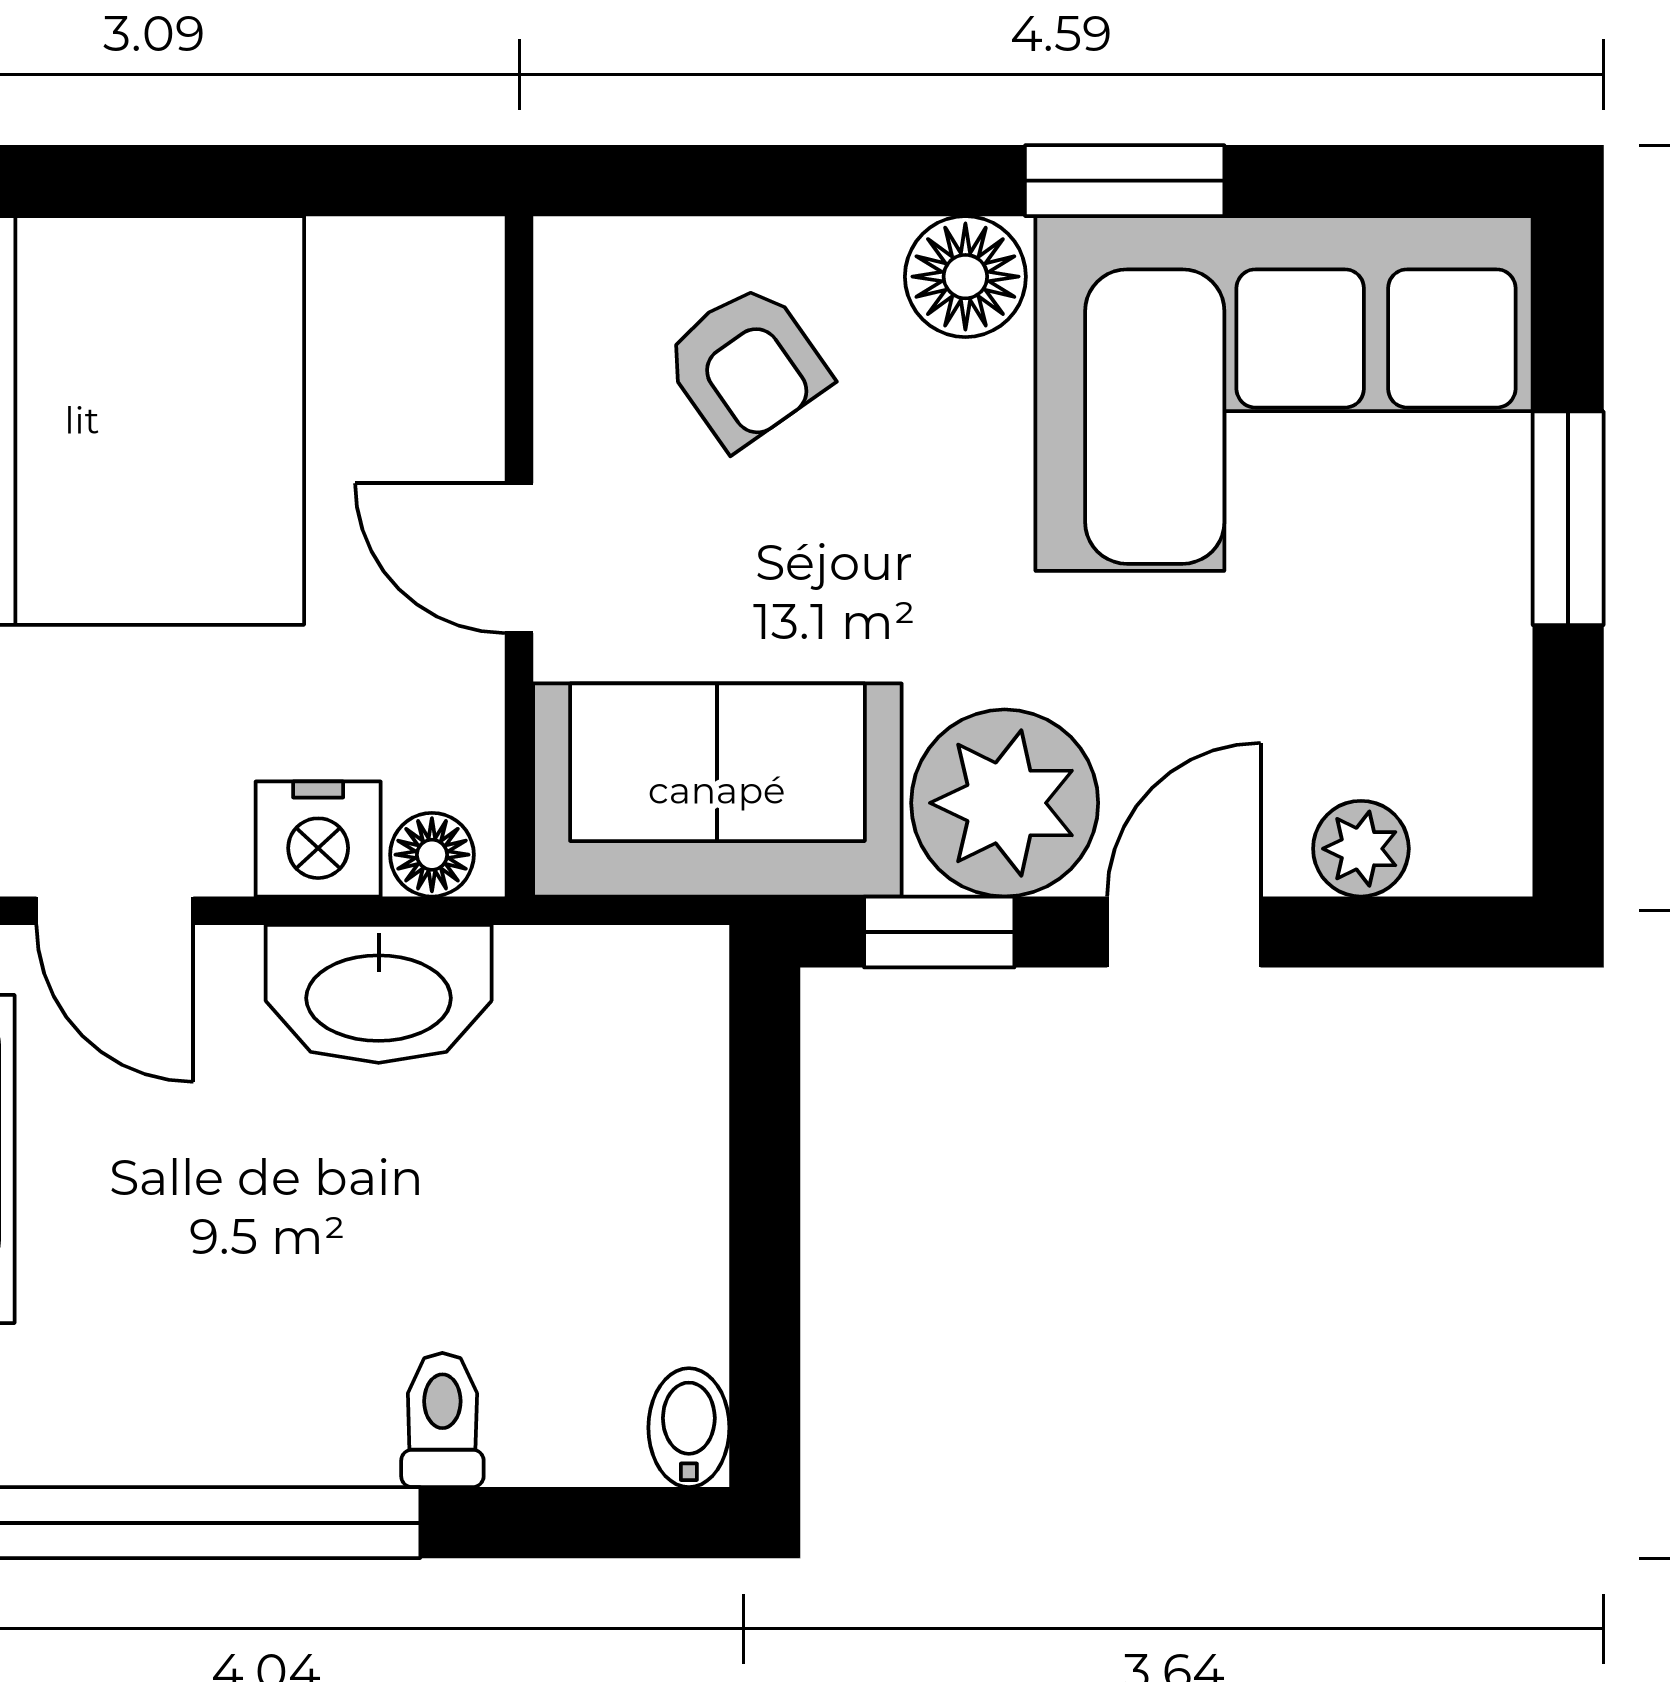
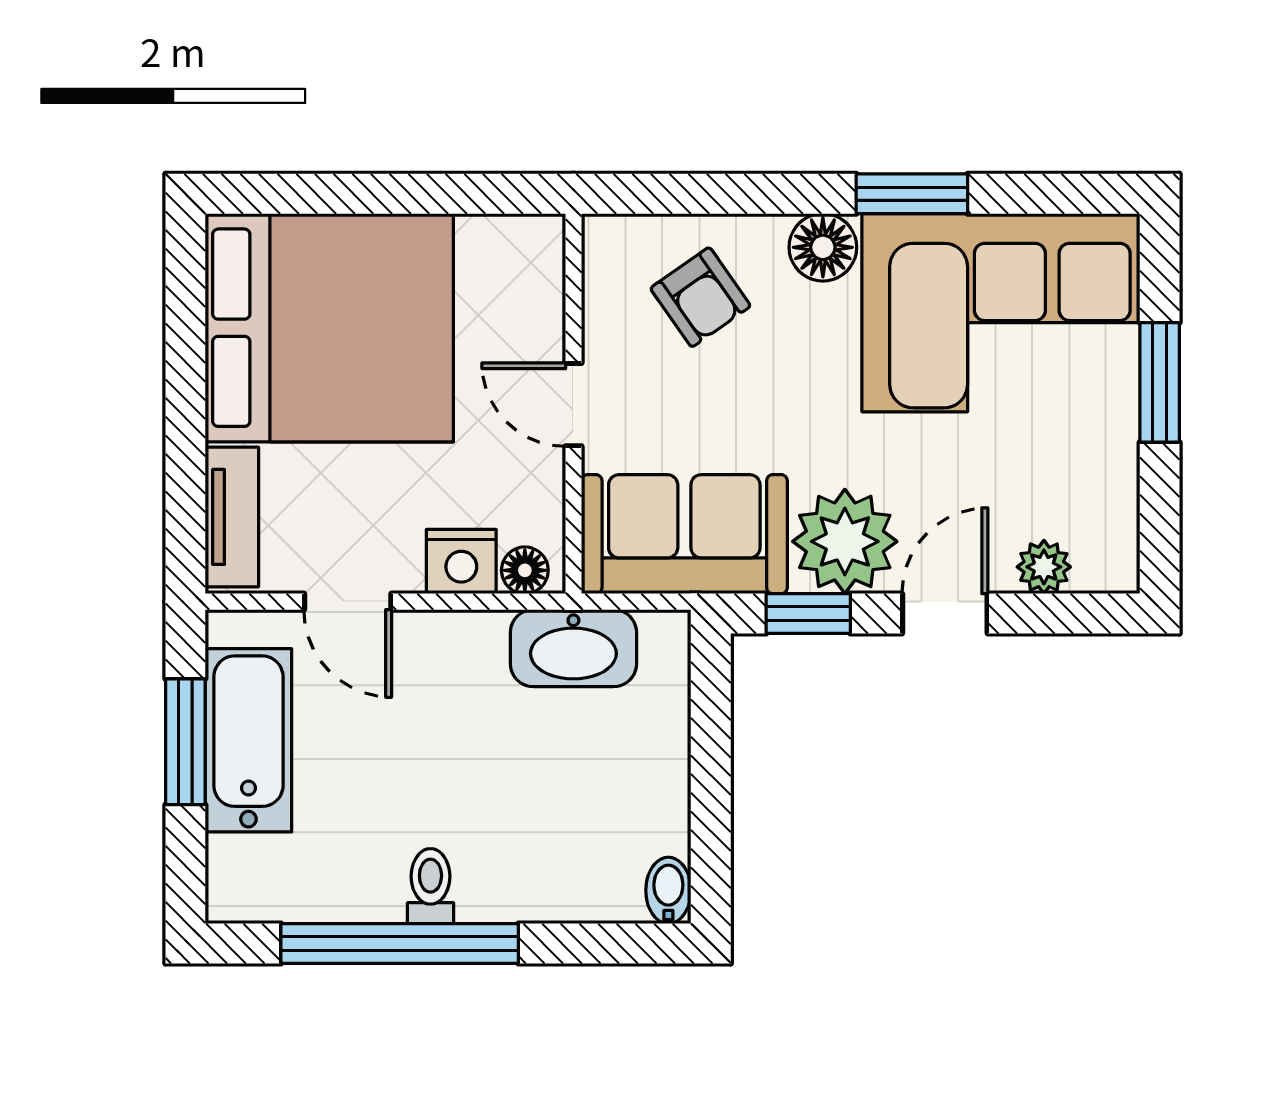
washbasin: (379, 994) -> (573, 648), moved
toilet: (442, 1420) -> (430, 886), moved

